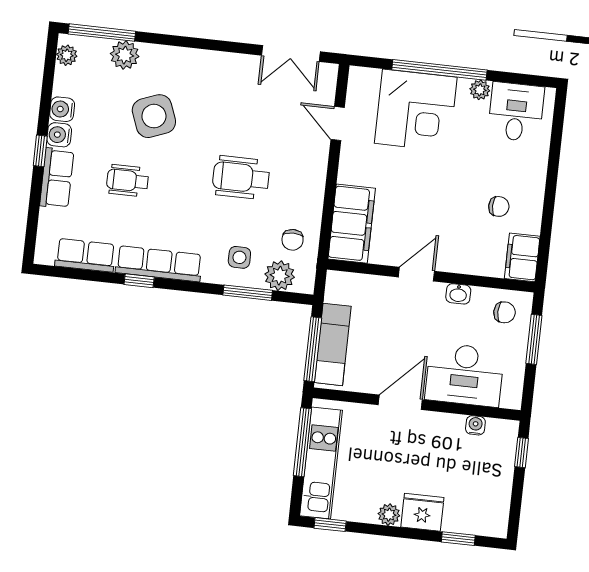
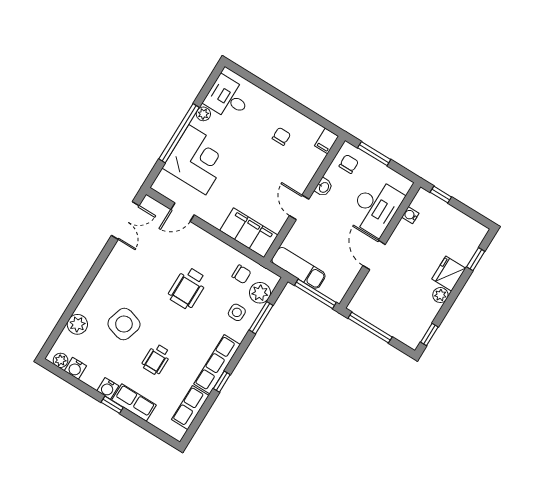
window: (102, 33) -> (57, 332), removed
water cooler: (62, 109) -> (75, 368), moved
side table: (154, 116) -> (124, 324), turned 38
filing cabinet: (522, 257) -> (327, 141), width x0.50
exam couch: (333, 344) -> (299, 268), moved
kitchen unit: (321, 463) -> (388, 322), removed

